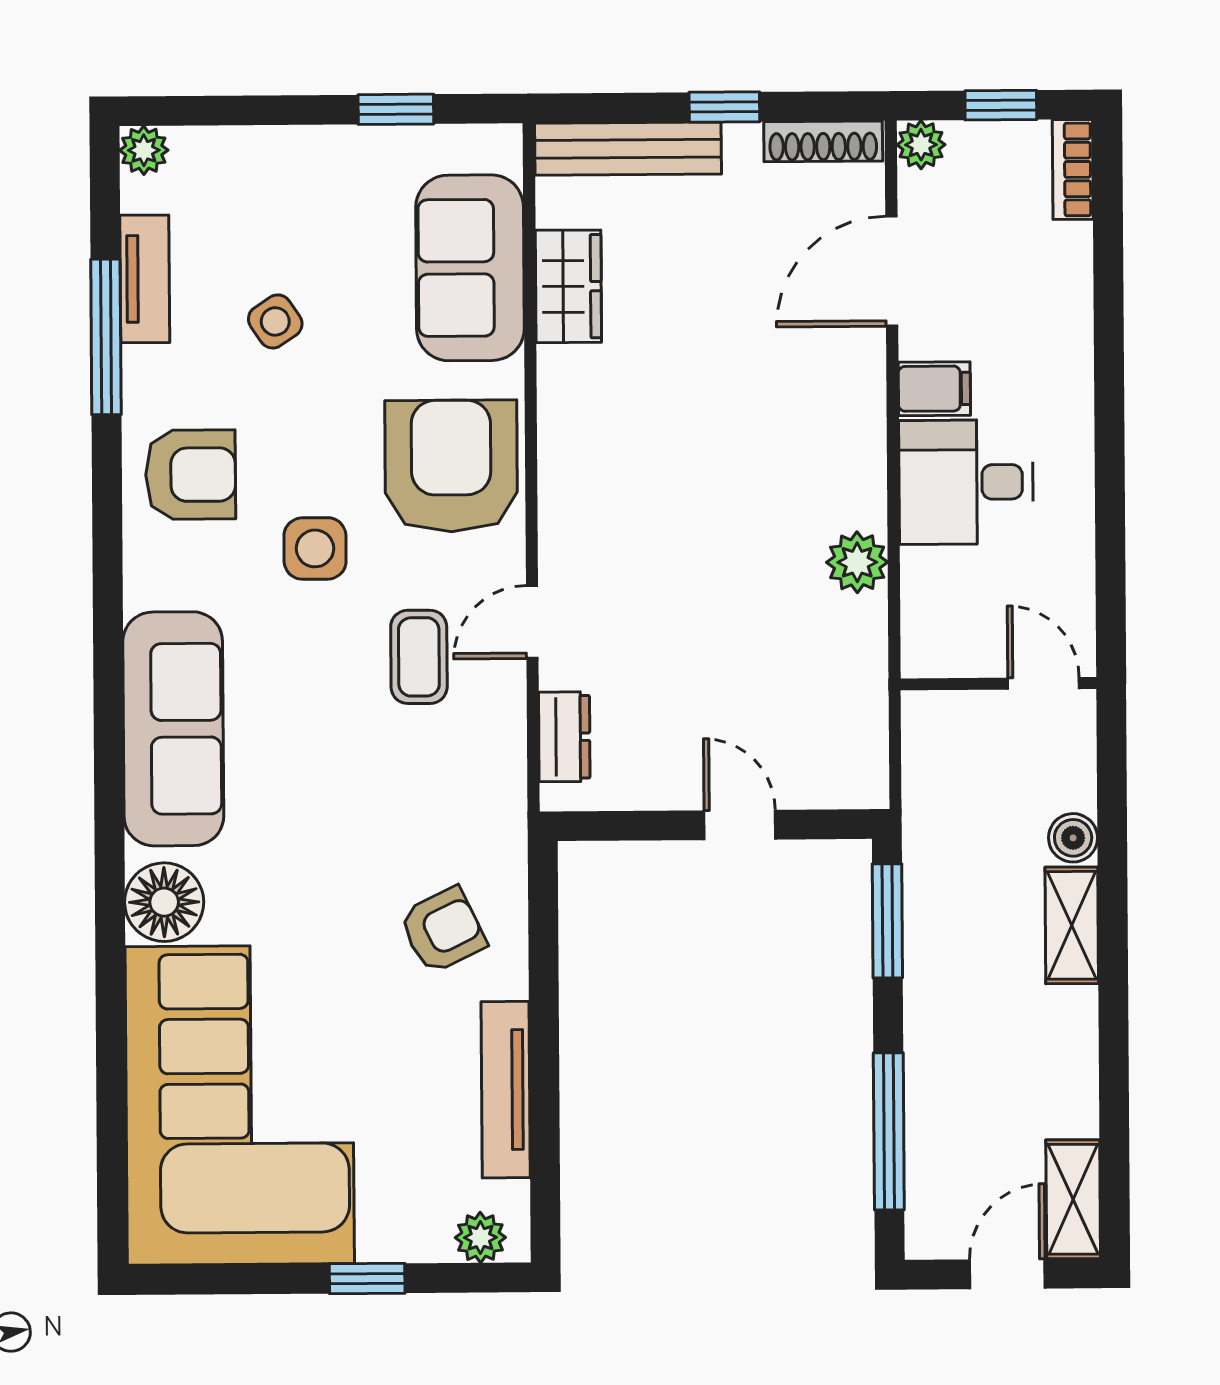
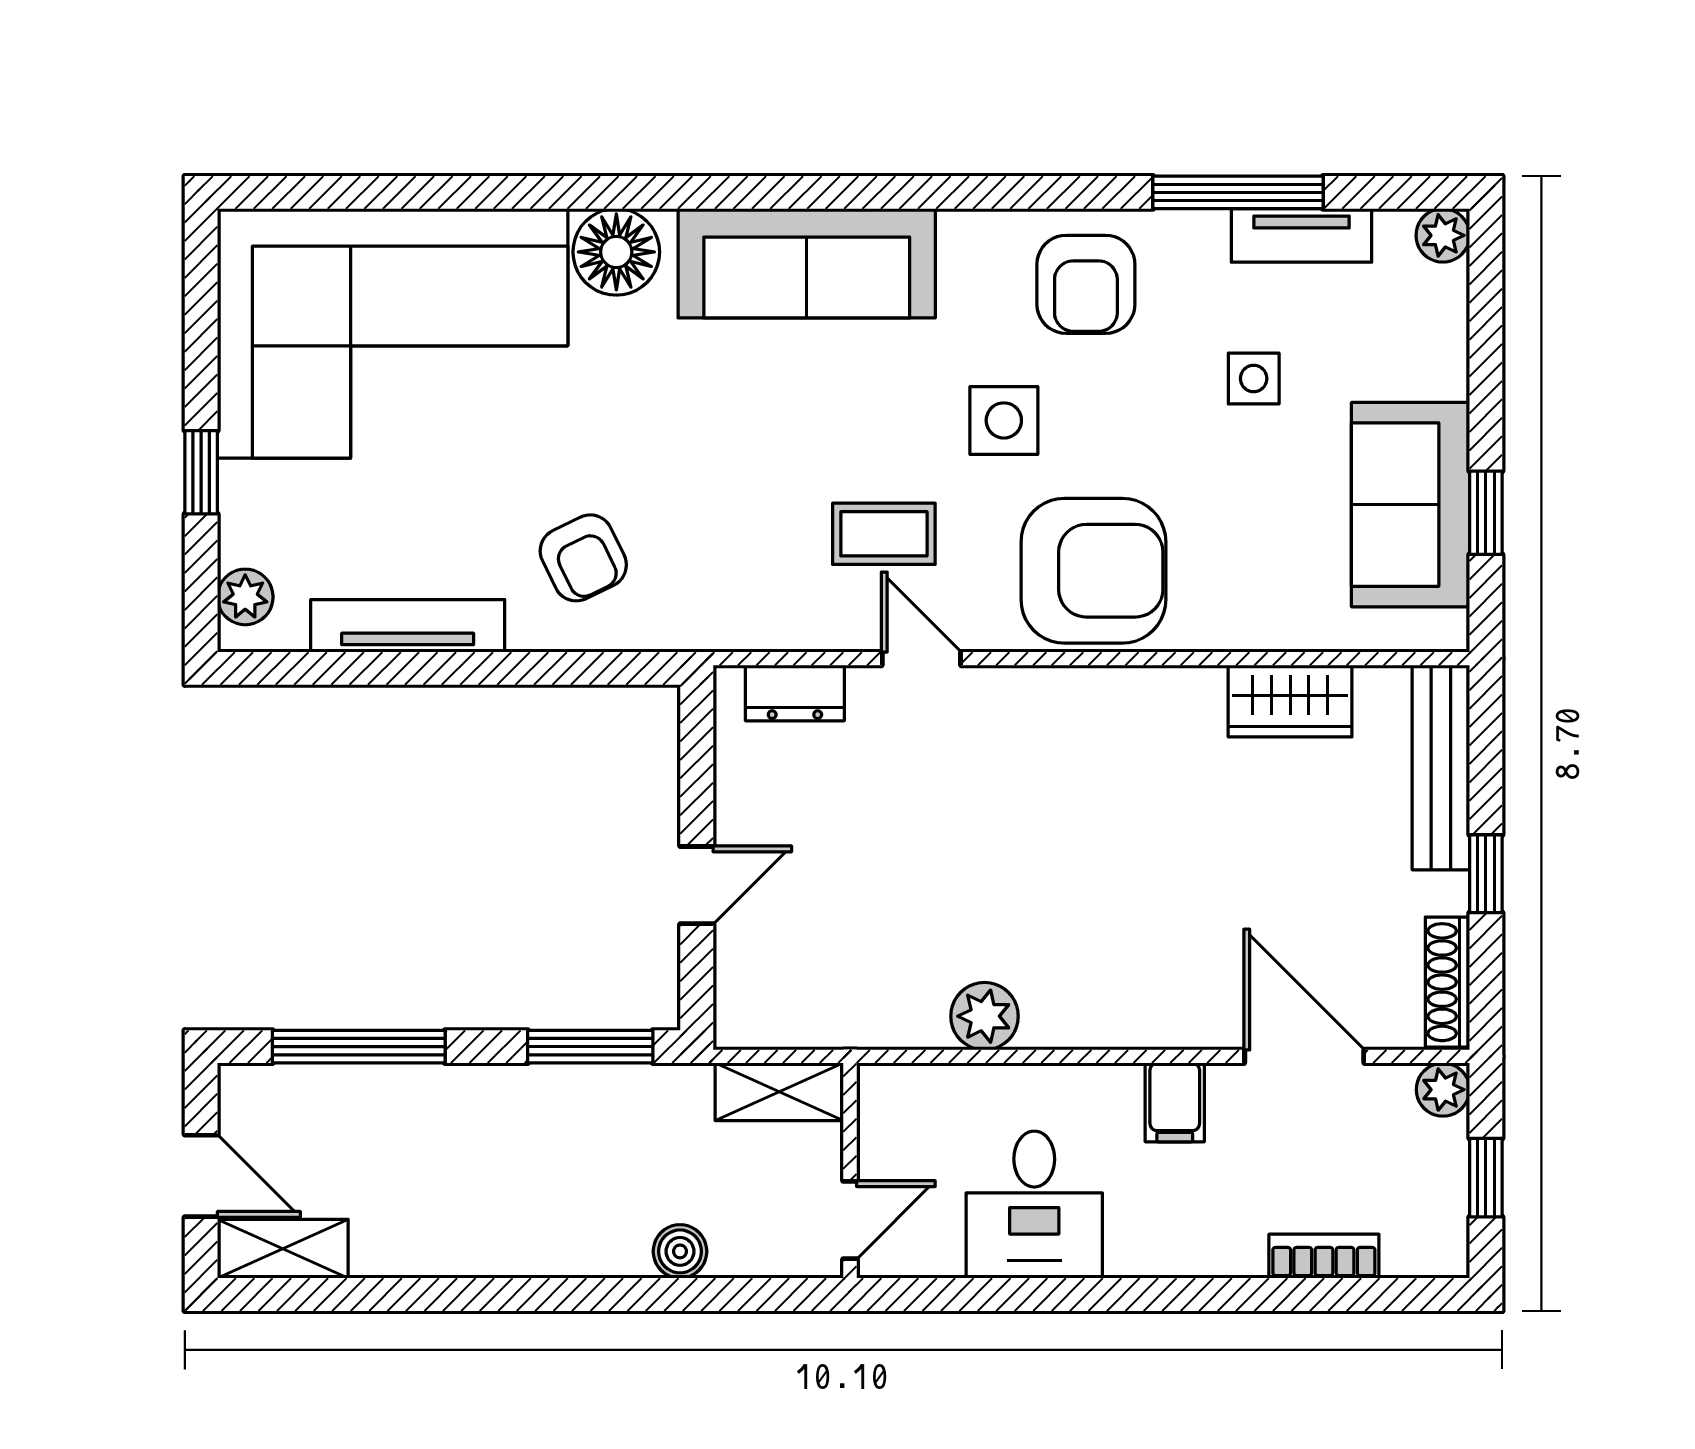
bookcase: (1073, 169) -> (1324, 1256), moved
sofa: (470, 268) -> (1410, 505), moved, turned -90
side table: (275, 321) -> (1254, 378), turned 34
desk: (966, 482) -> (1034, 1205), moved, turned 180
shelving: (1072, 925) -> (779, 1092), moved

